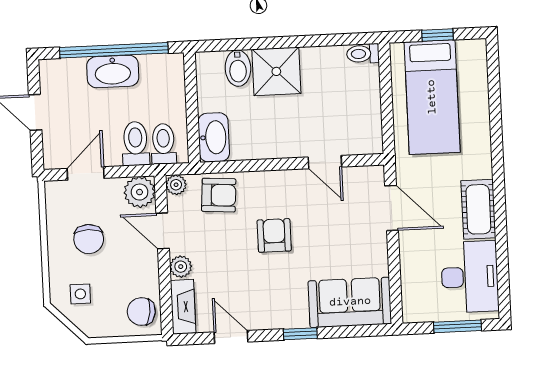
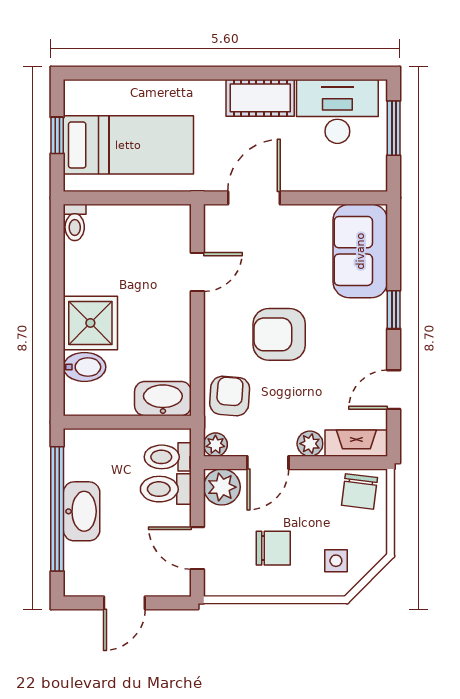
armchair: (274, 235) -> (279, 334), width x1.38, depth x1.38

